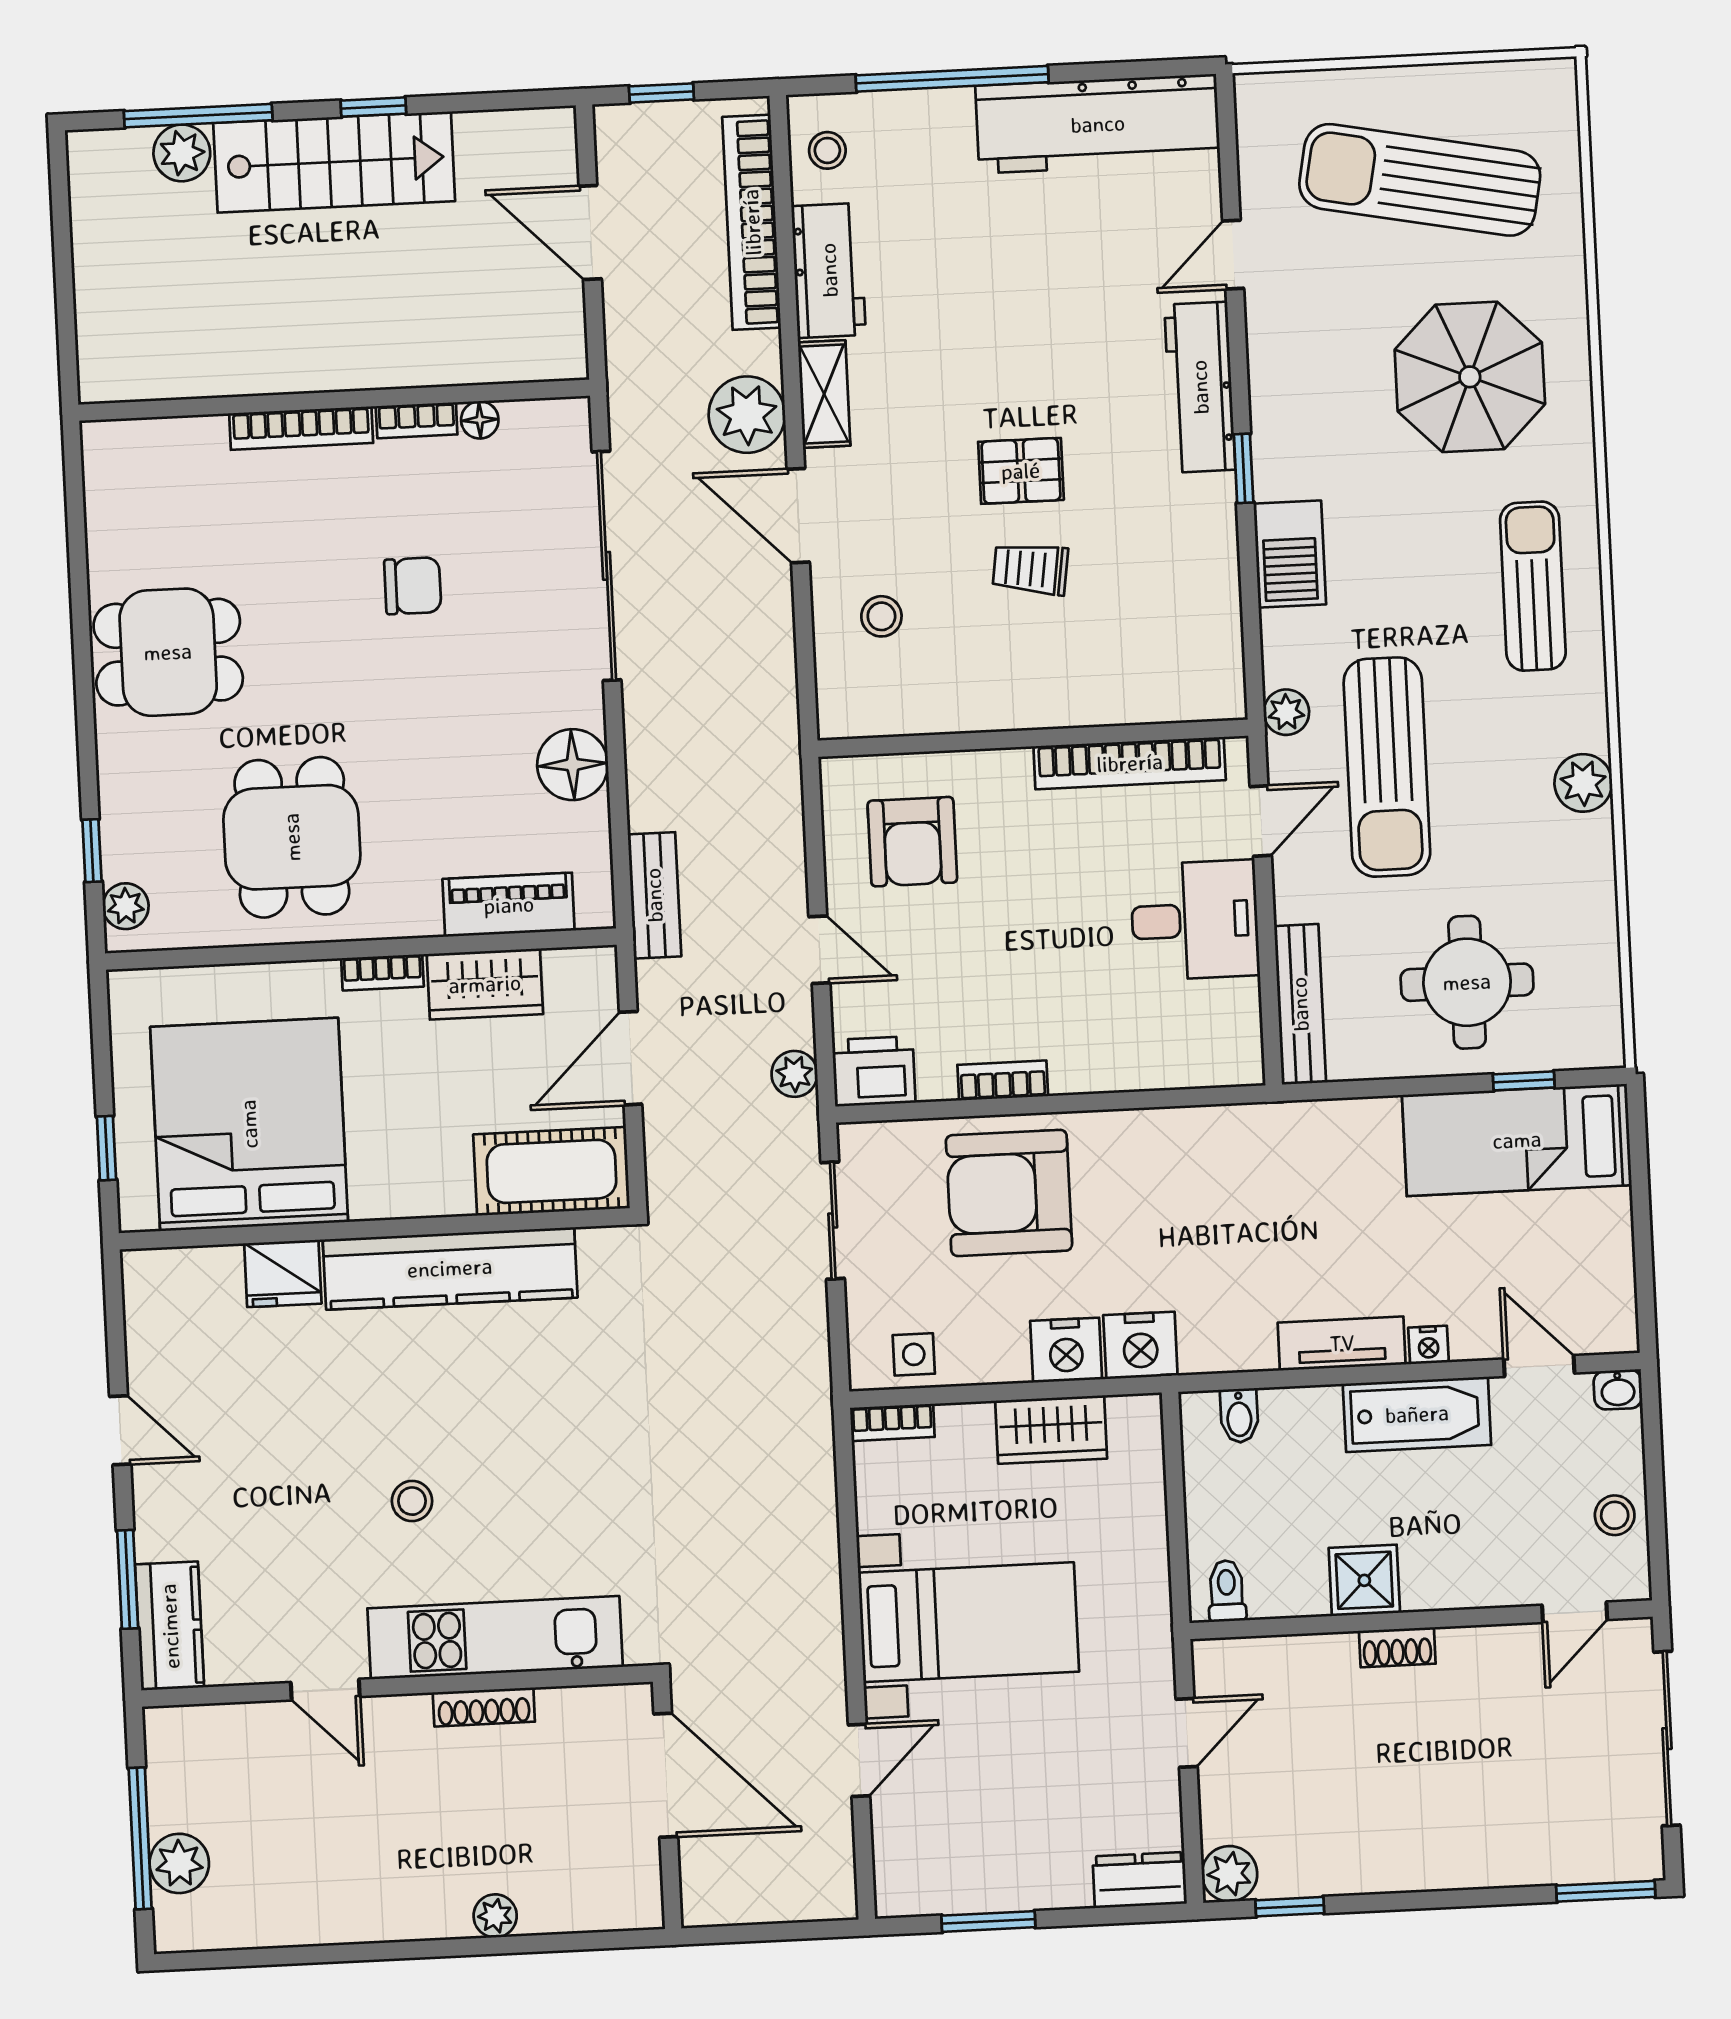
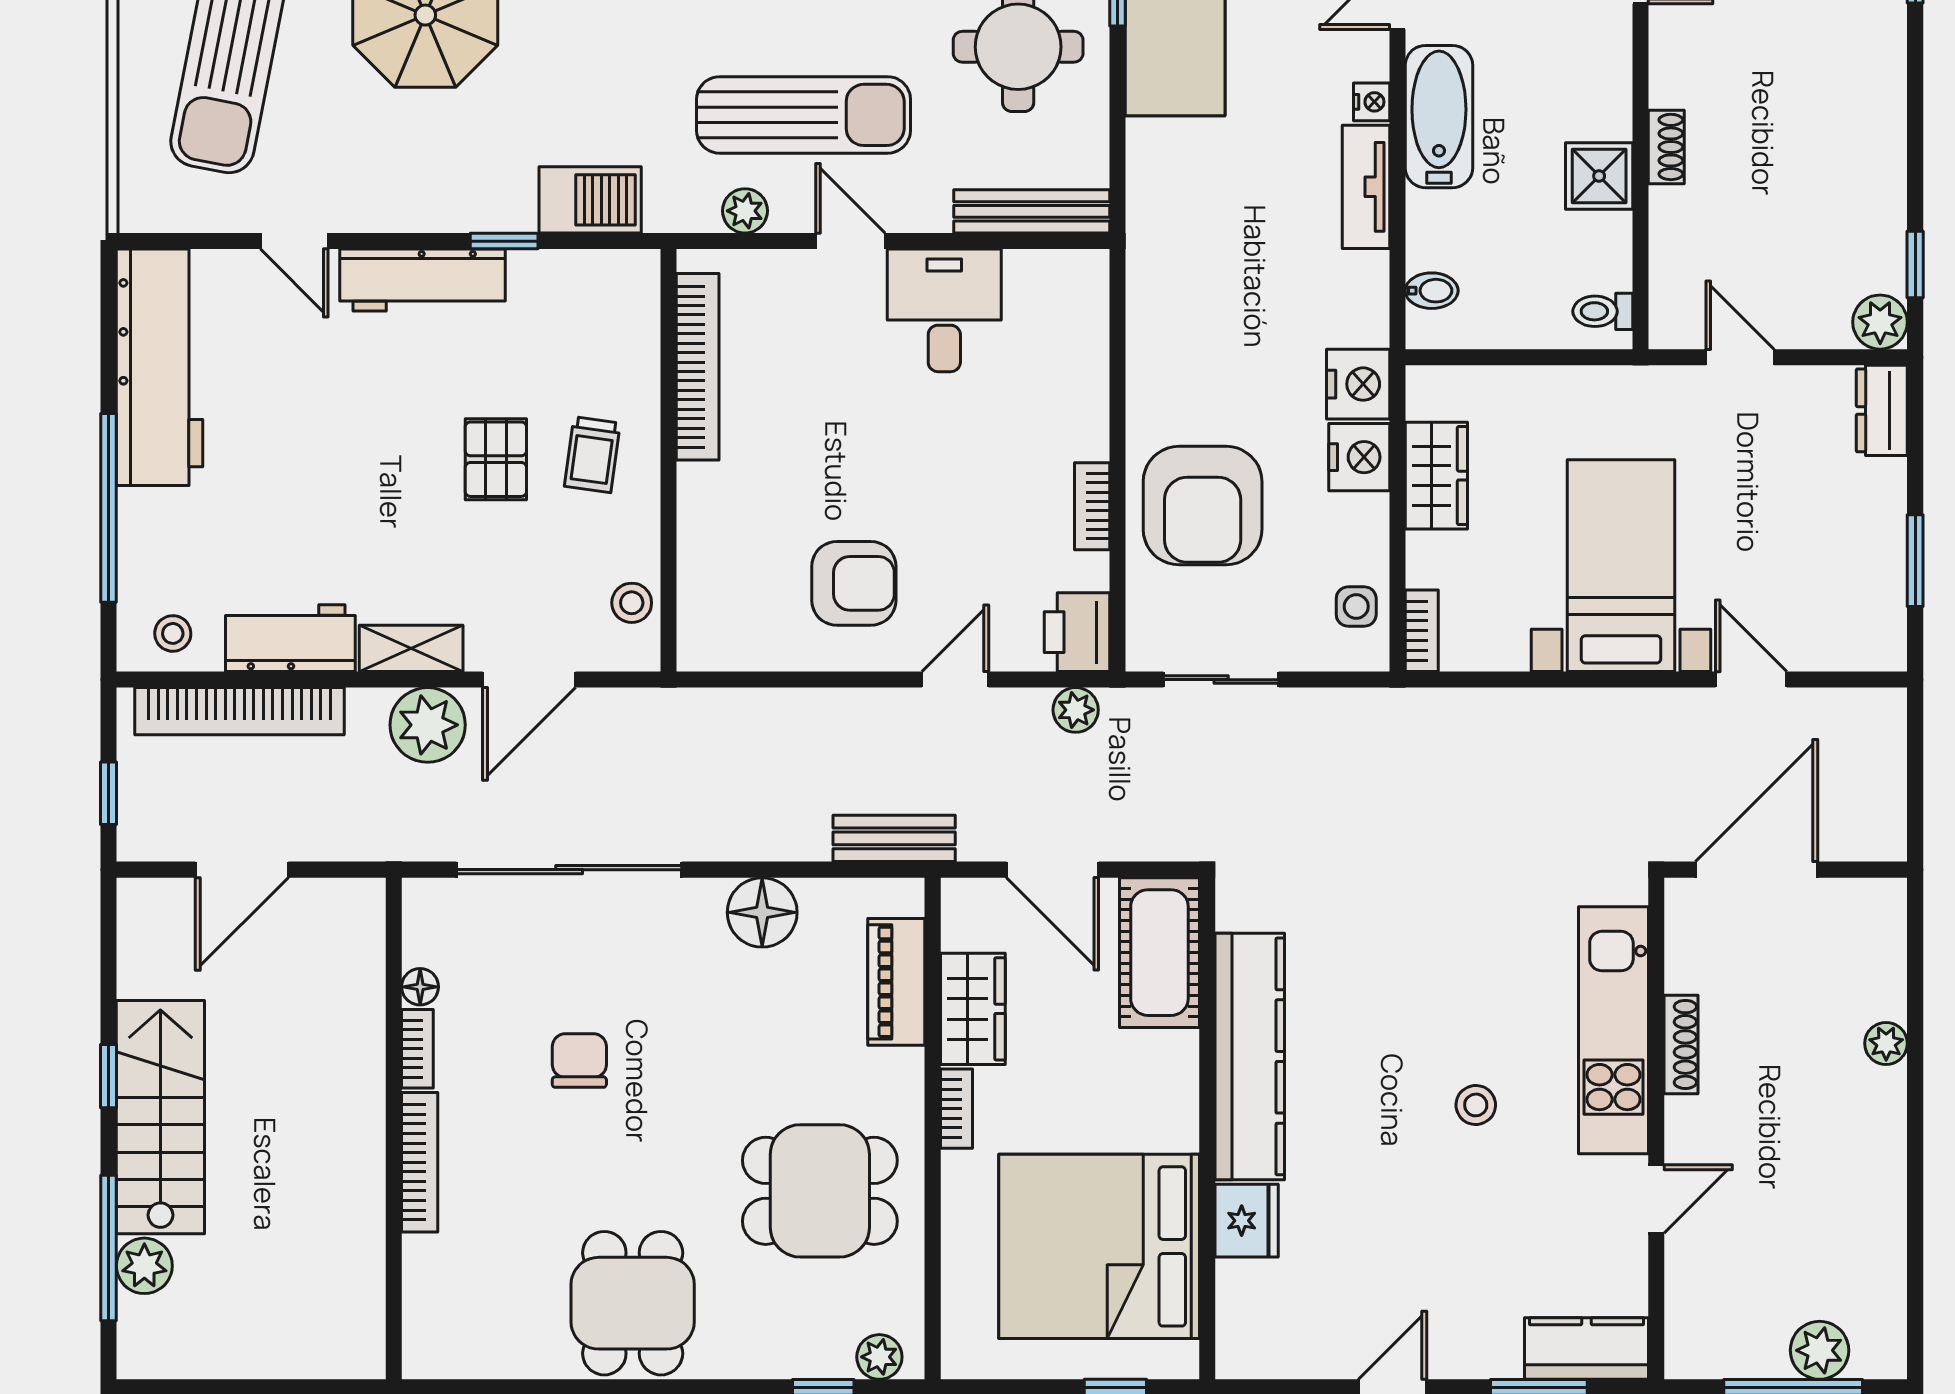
wall: (1033, 738) -> (668, 460), moved
bookcase: (1130, 763) -> (698, 367), moved

